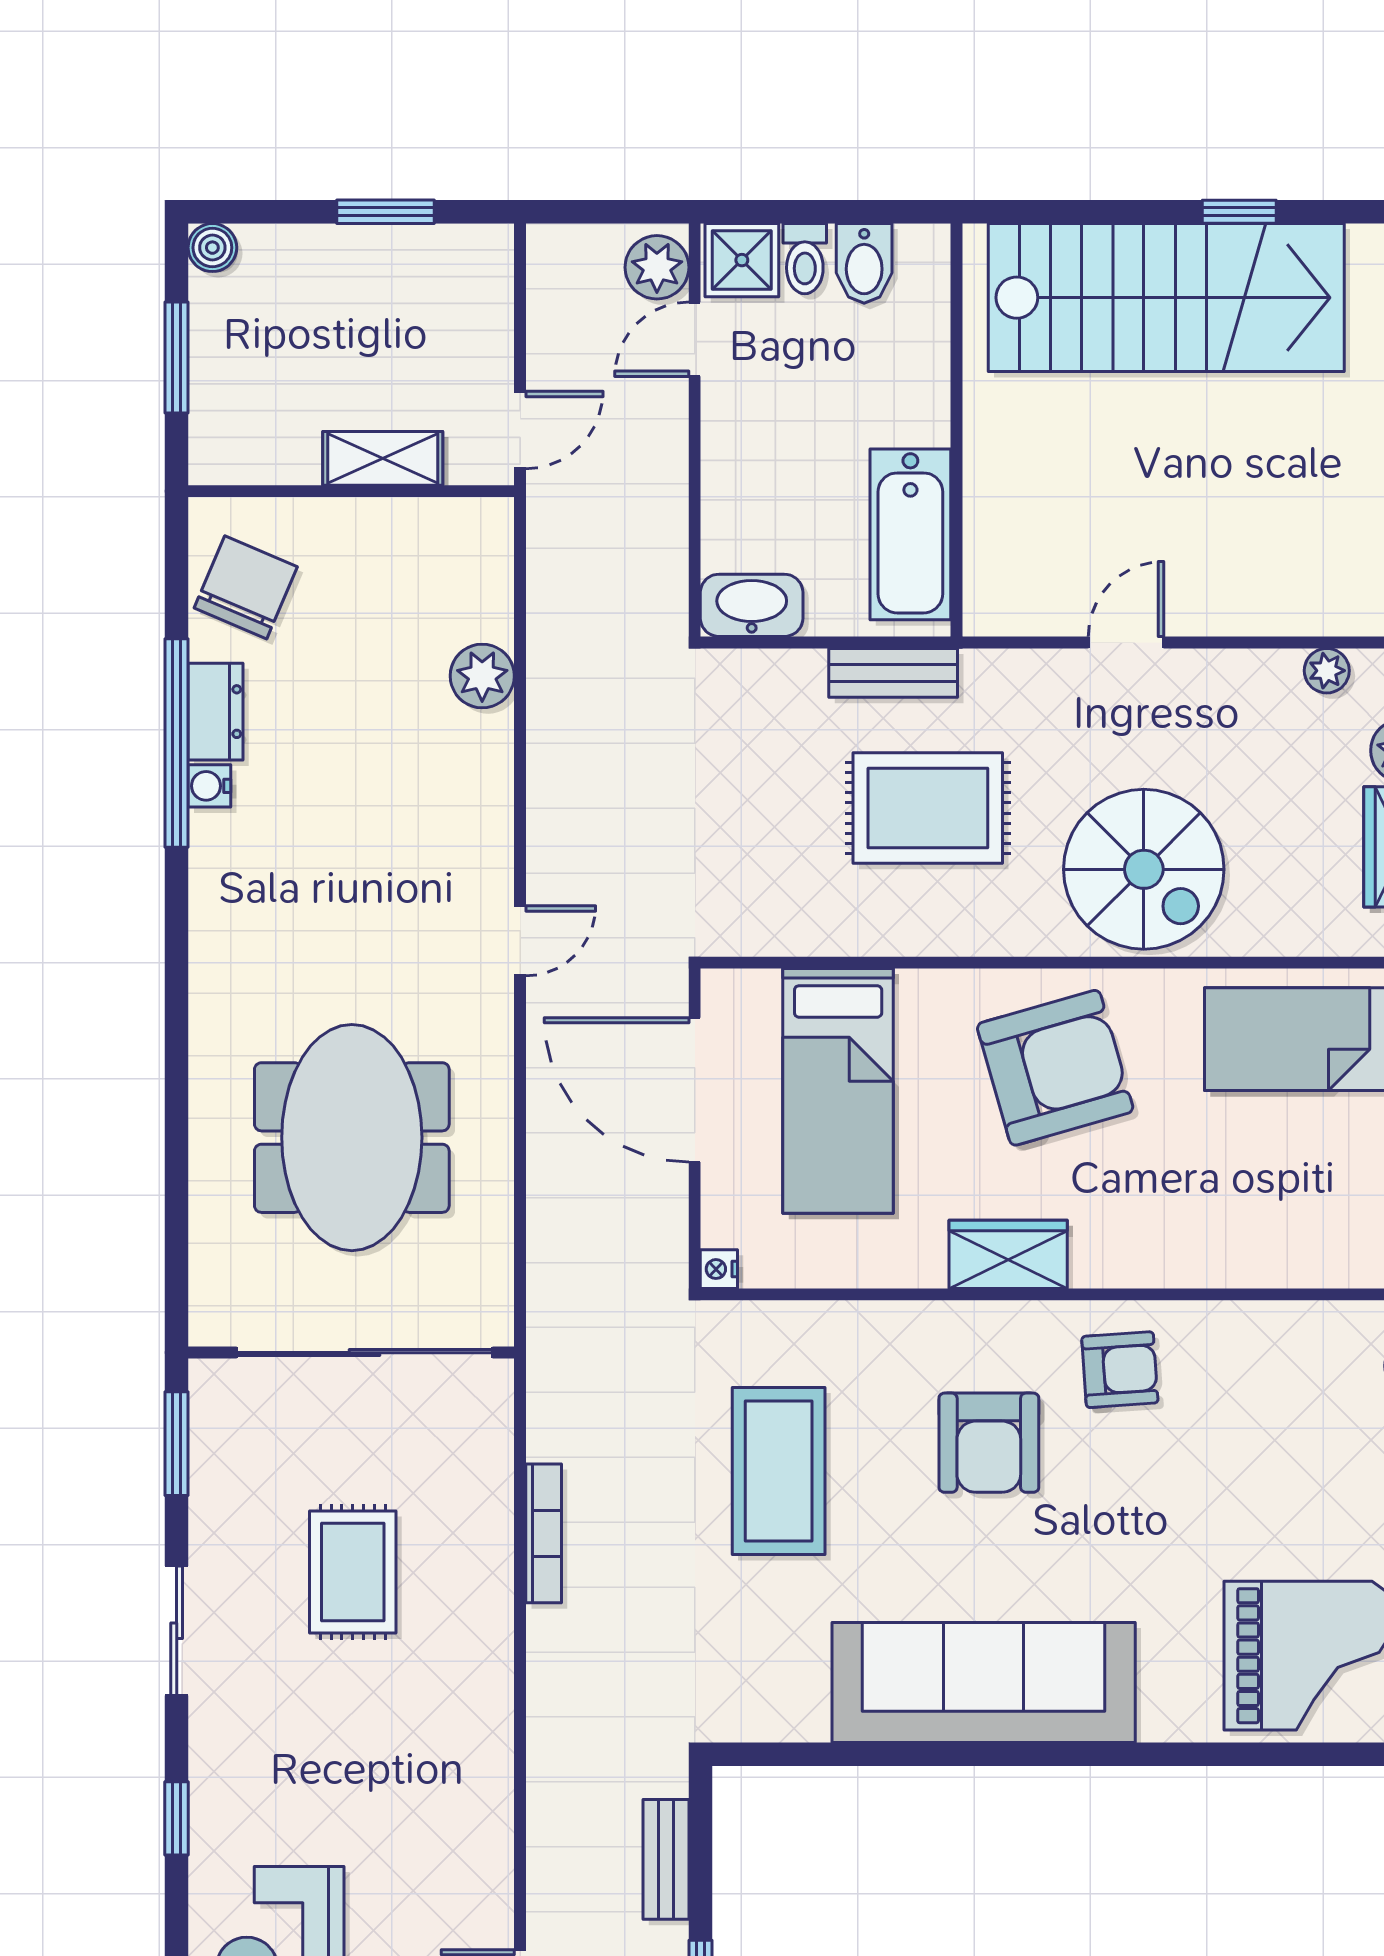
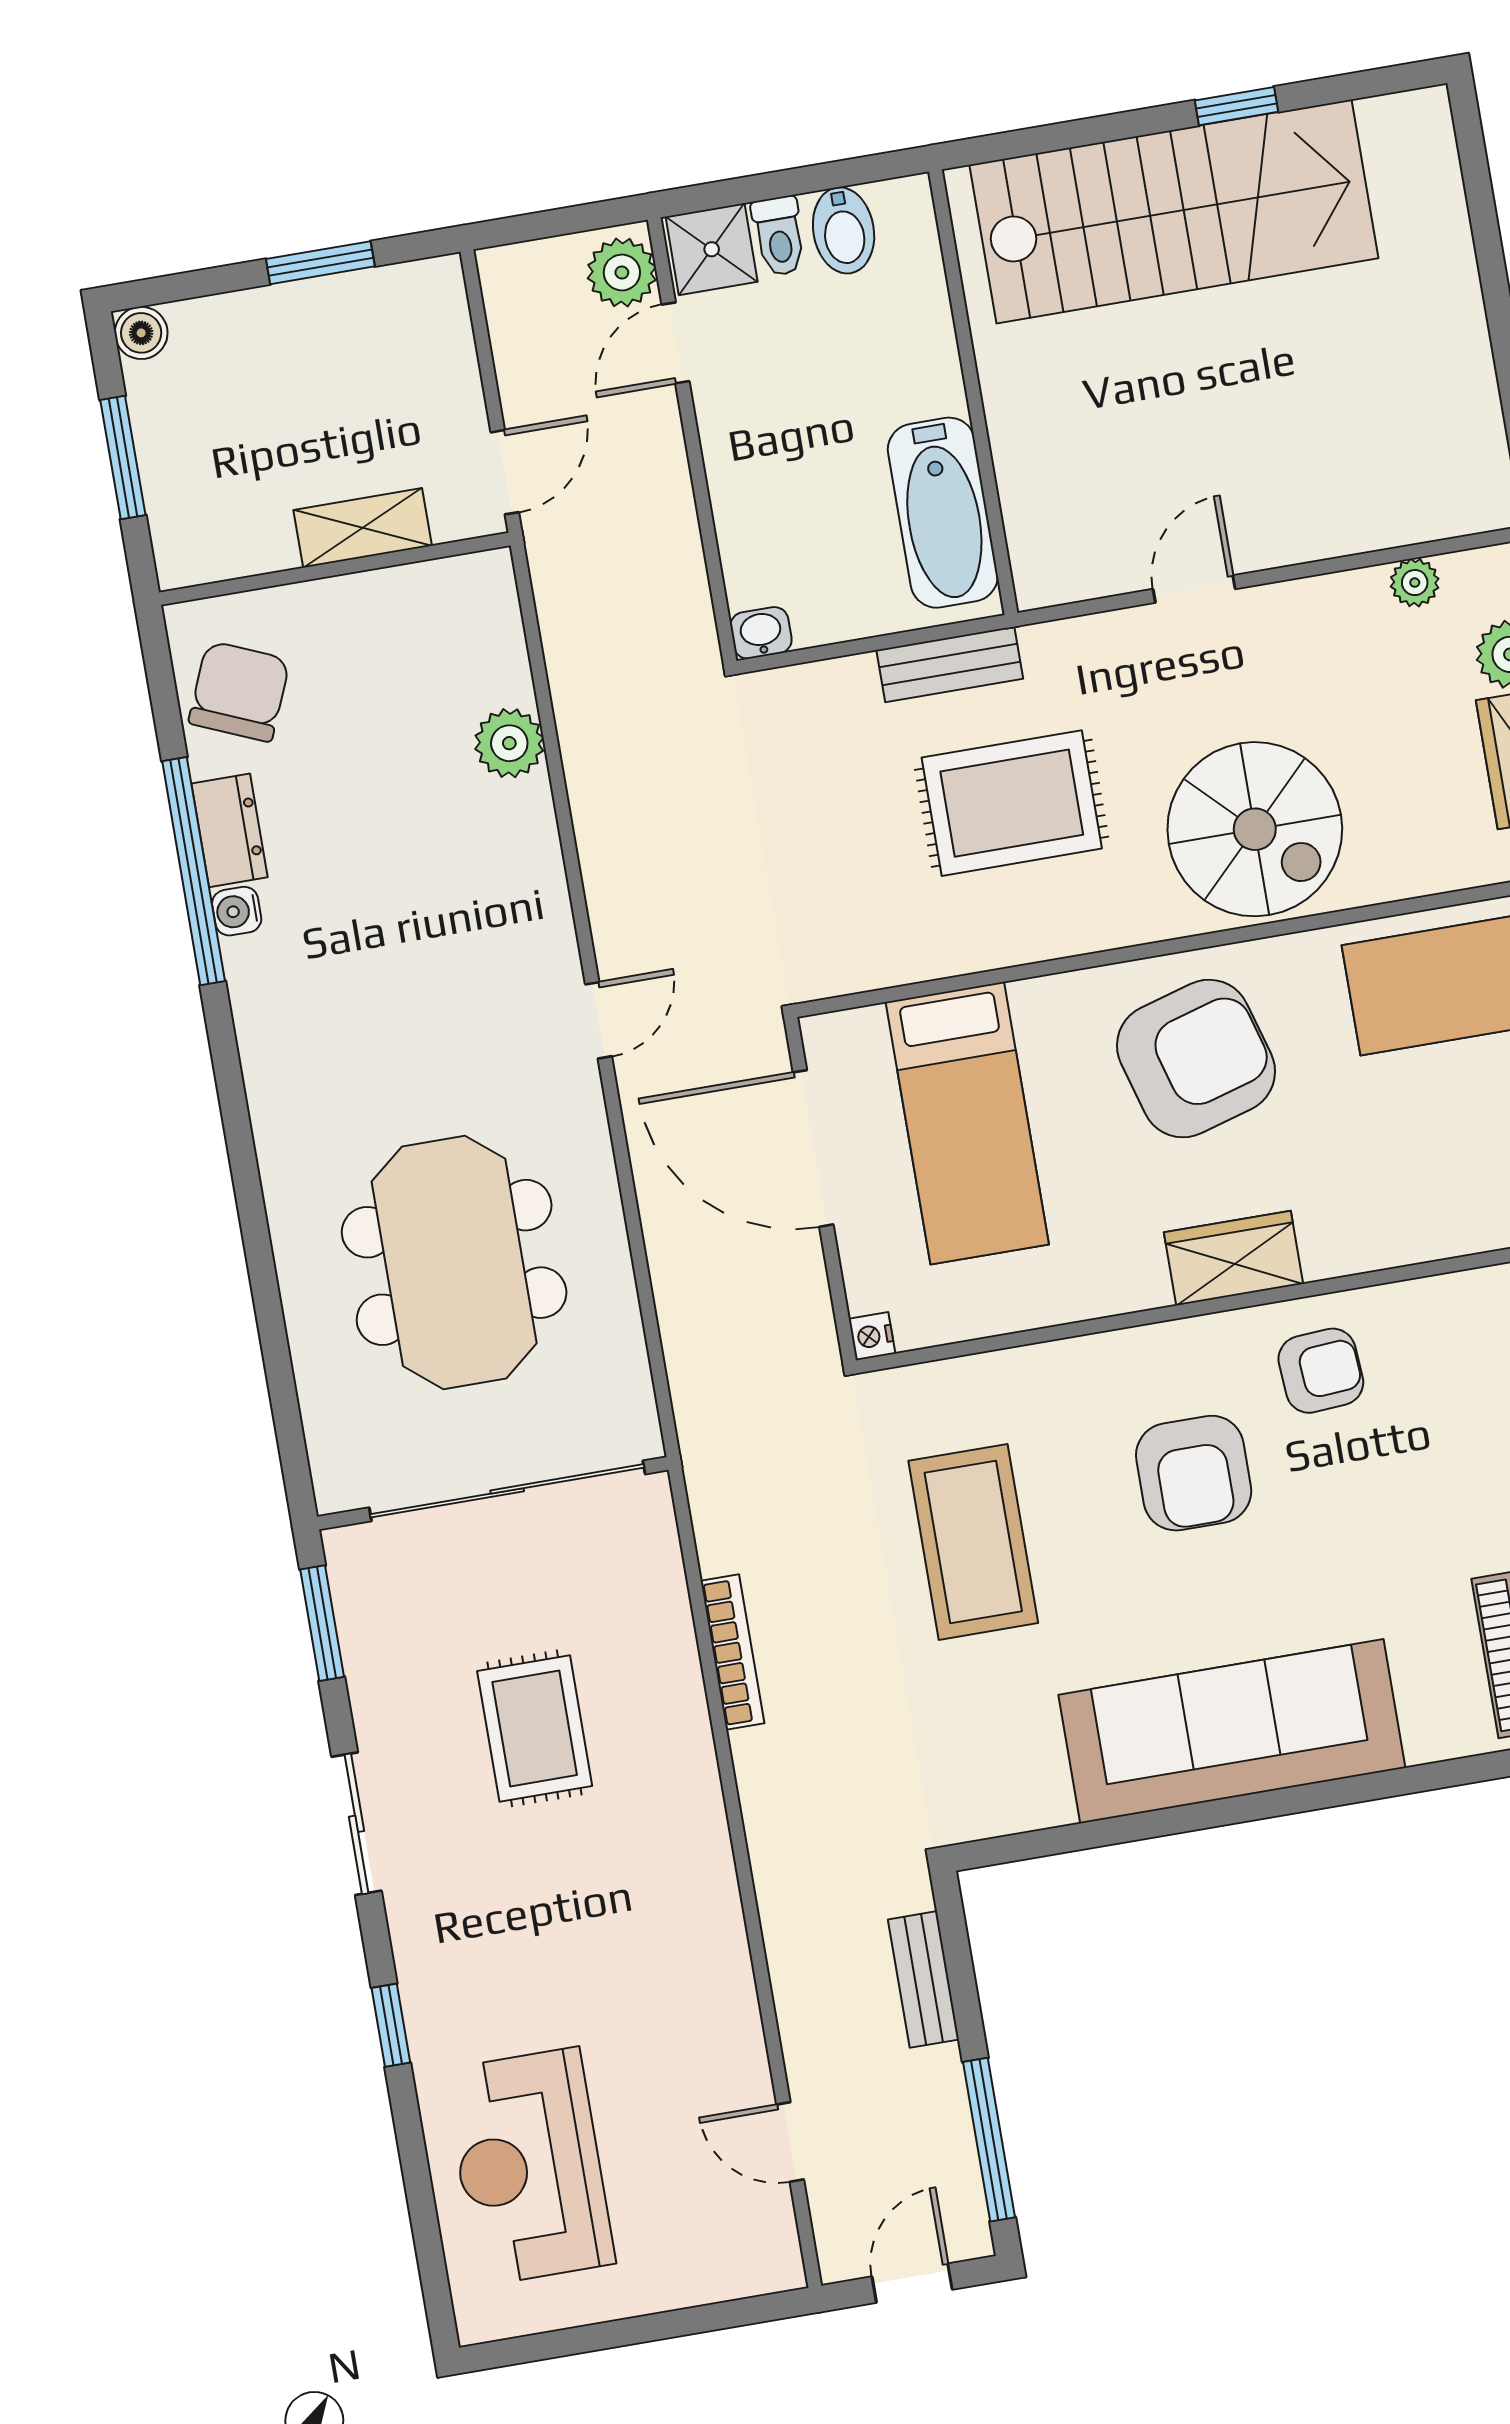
washbasin: (752, 605) -> (761, 633), width x0.52, depth x0.69
wardrobe: (1008, 1254) -> (1234, 1258), moved

